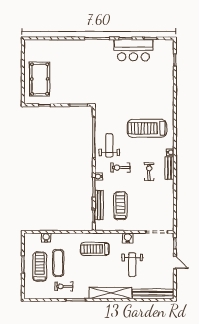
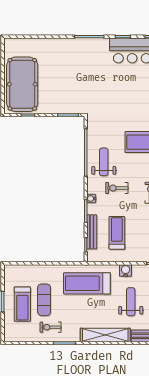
pool table: (40, 79) -> (22, 84), width x1.36, depth x1.32
water cooler: (46, 238) -> (30, 270), removed
treadmill: (95, 249) -> (87, 283), width x1.37, depth x1.38
weight bench: (132, 265) -> (131, 302), turned 180
treadmill: (40, 267) -> (22, 304), turned 180

